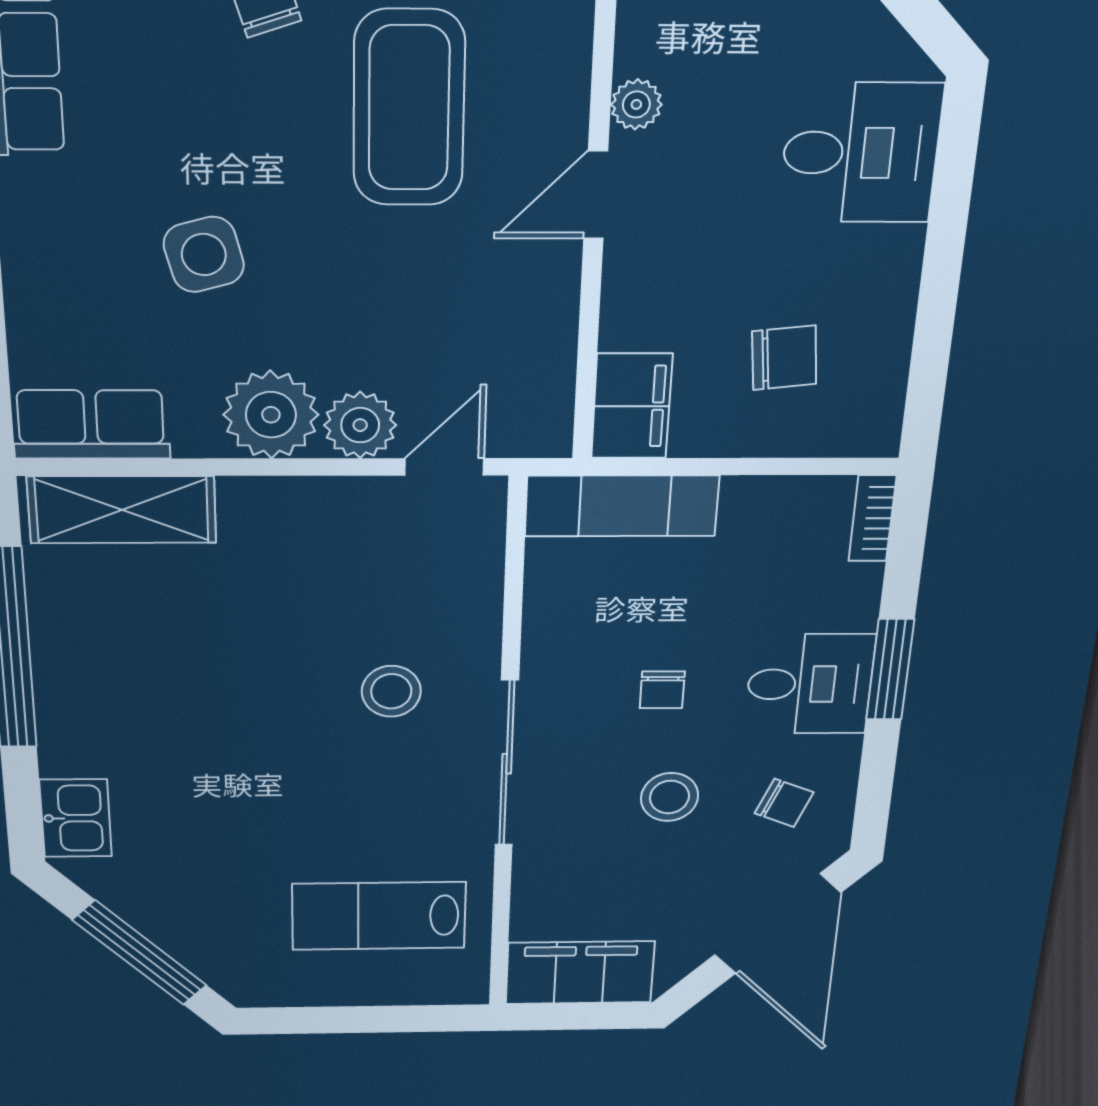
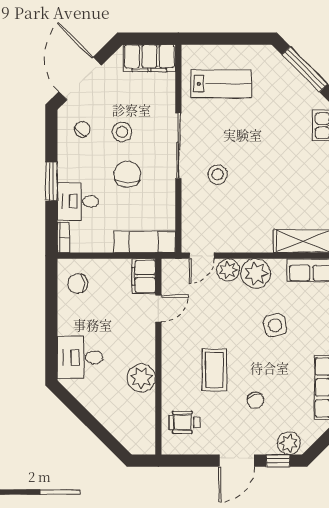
plant: (636, 104) -> (141, 378), width x1.87, depth x1.87
coffee table: (409, 108) -> (214, 370), width x0.73, depth x0.76
door: (596, 195) -> (158, 309), moved
chair: (784, 358) -> (78, 284), moved
desk: (810, 684) -> (78, 201), moved
chair: (662, 690) -> (127, 174), width x1.87, depth x1.87
chair: (784, 803) -> (82, 129), turned 106

